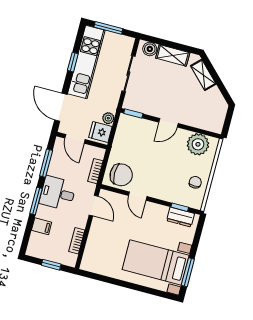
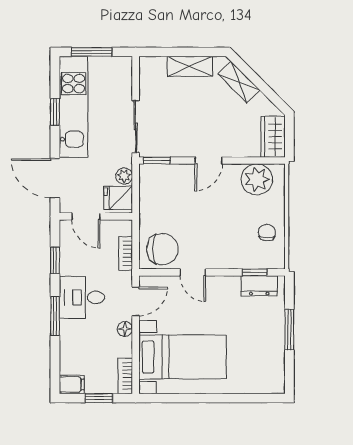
boiler: (150, 49) -> (156, 66), removed
sliding door: (128, 74) -> (136, 126), moved
wardrobe: (217, 118) -> (273, 137), added
window: (46, 163) -> (55, 260), width x0.67
door: (94, 206) -> (136, 301), hinge flipped
floor lamp: (81, 222) -> (125, 329), added
filing cabinet: (42, 226) -> (72, 384), moved
bookcase: (77, 241) -> (125, 376), moved
bed with nightstands: (156, 262) -> (182, 357), moved, turned 180
window: (188, 272) -> (289, 330), moved

